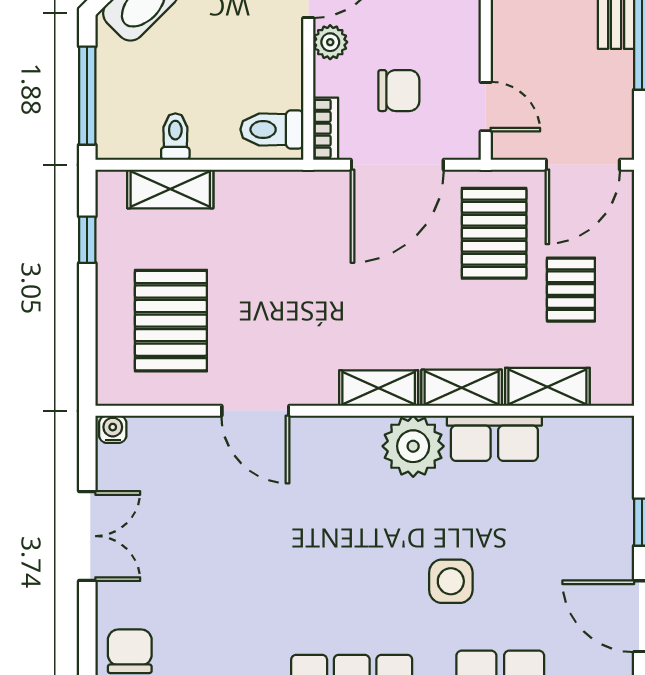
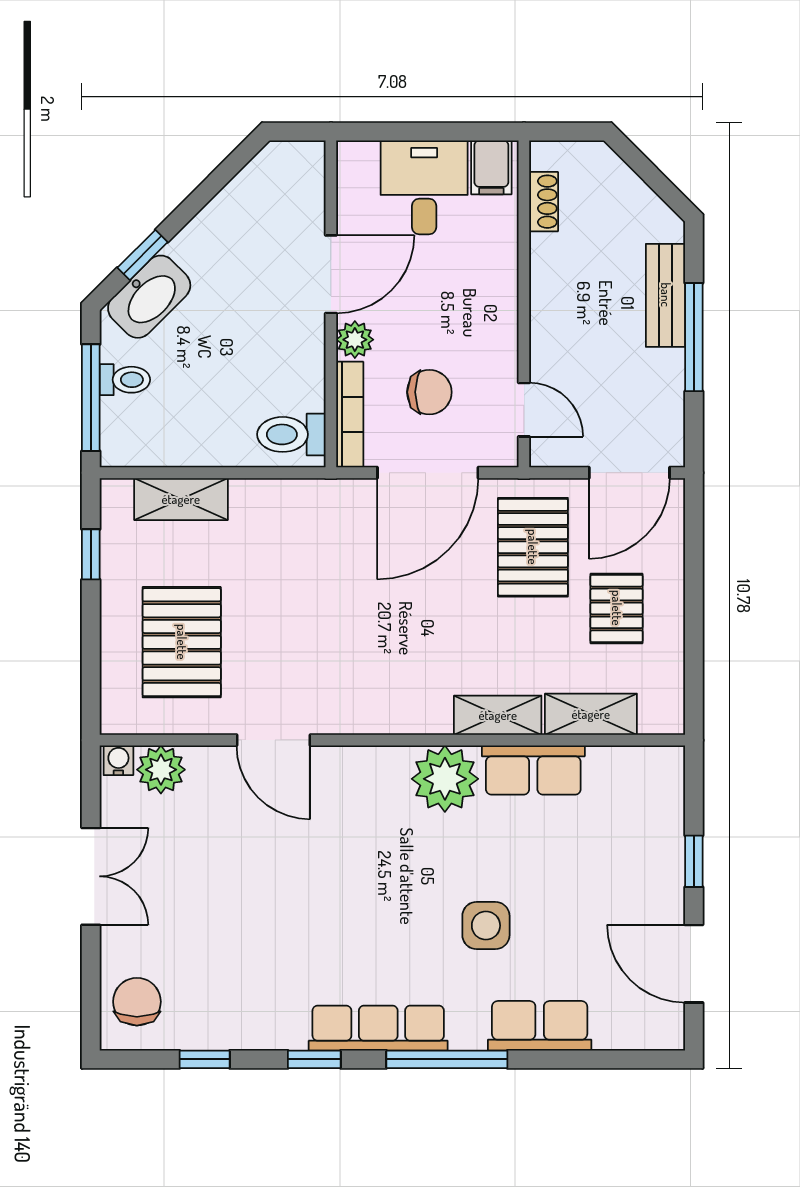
bookcase: (326, 129) -> (350, 415), width x1.56
toilet: (175, 137) -> (125, 380), moved, turned 90
shelving: (379, 388) -> (407, 716), removed
plant: (152, 438) -> (161, 770), added

